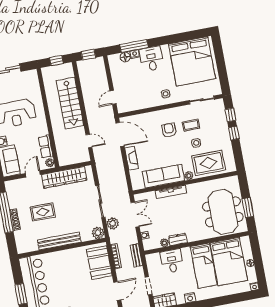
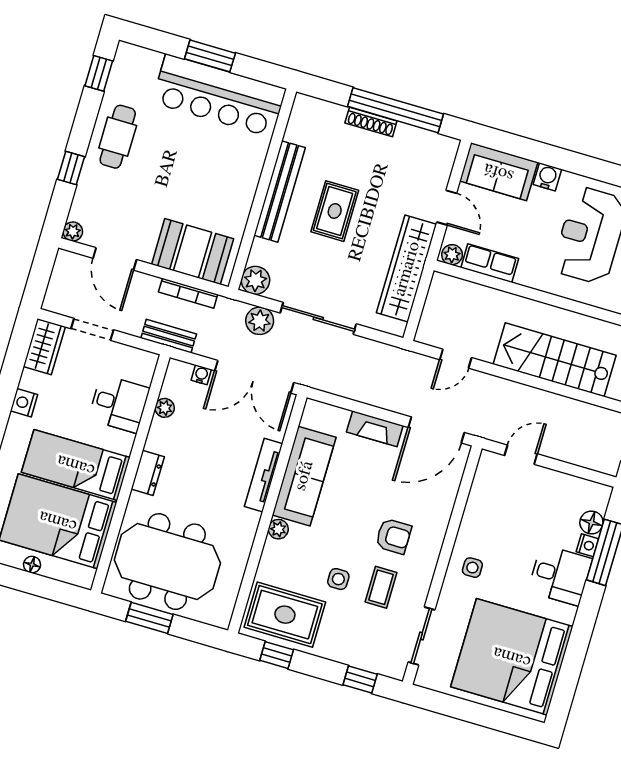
door: (113, 97) -> (521, 455), hinge flipped
window: (234, 133) -> (277, 655), moved
rug: (209, 163) -> (285, 615), moved, turned 90
rug: (43, 212) -> (335, 211), moved
double door: (135, 215) -> (254, 377), width x1.37
dresser: (178, 239) -> (148, 473), moved

